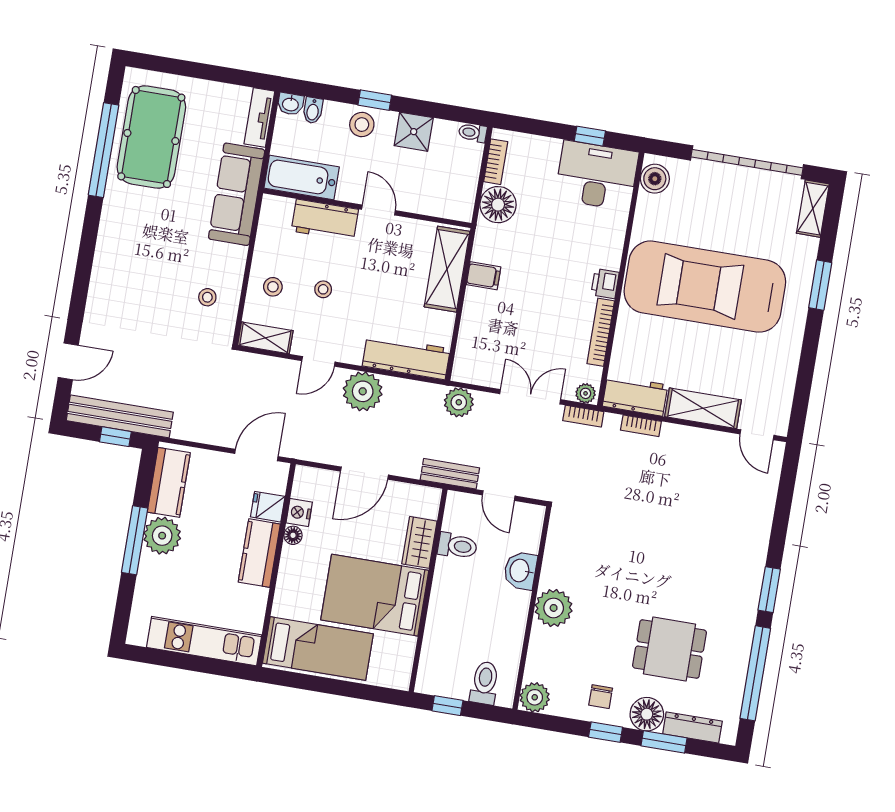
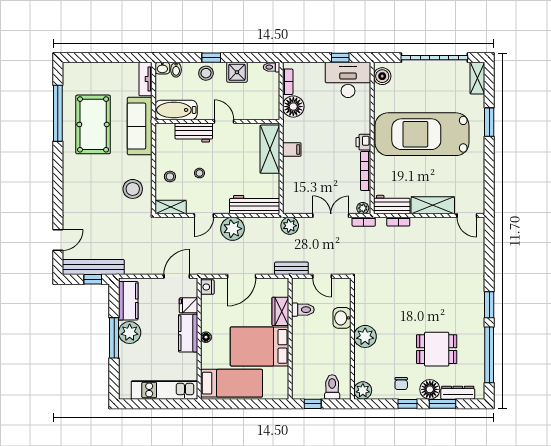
pool table: (151, 137) -> (93, 124), moved
stool: (207, 297) -> (133, 189), width x1.89, depth x1.89
nightstand: (299, 512) -> (207, 287), moved
floor lamp: (293, 535) -> (206, 337), moved

